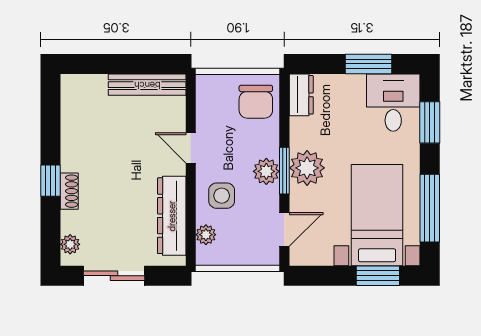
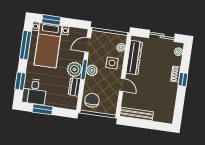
dresser: (301, 95) -> (74, 87), moved

